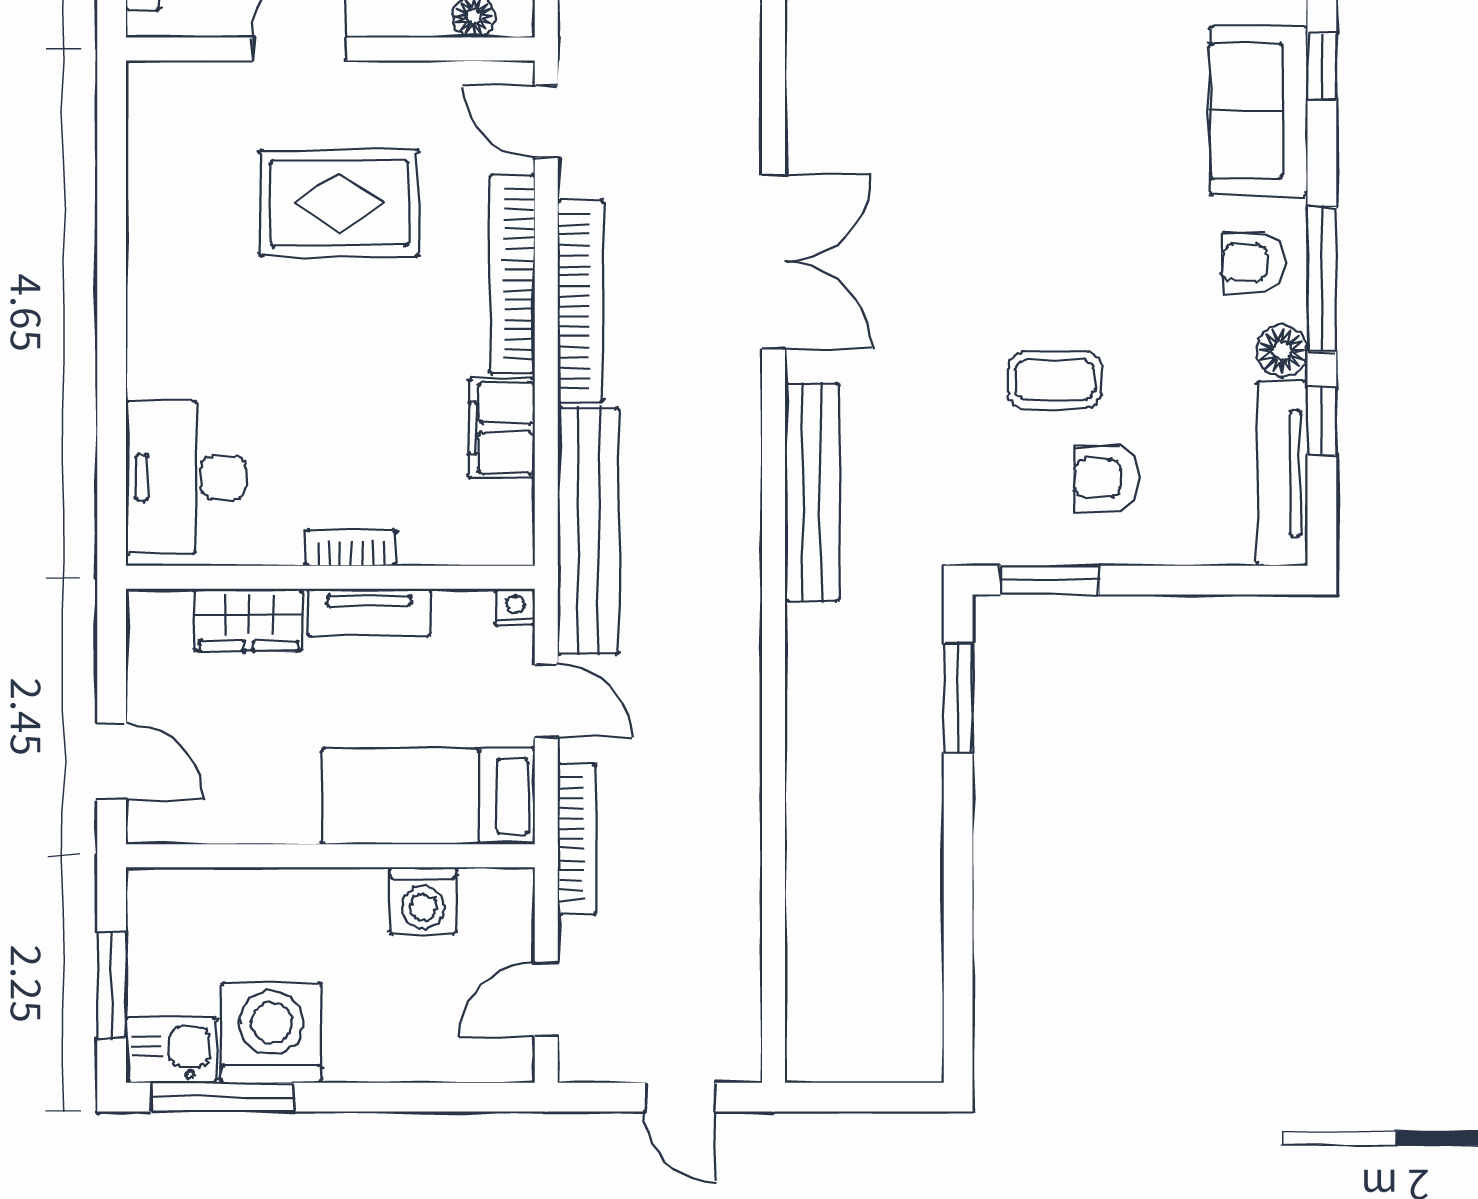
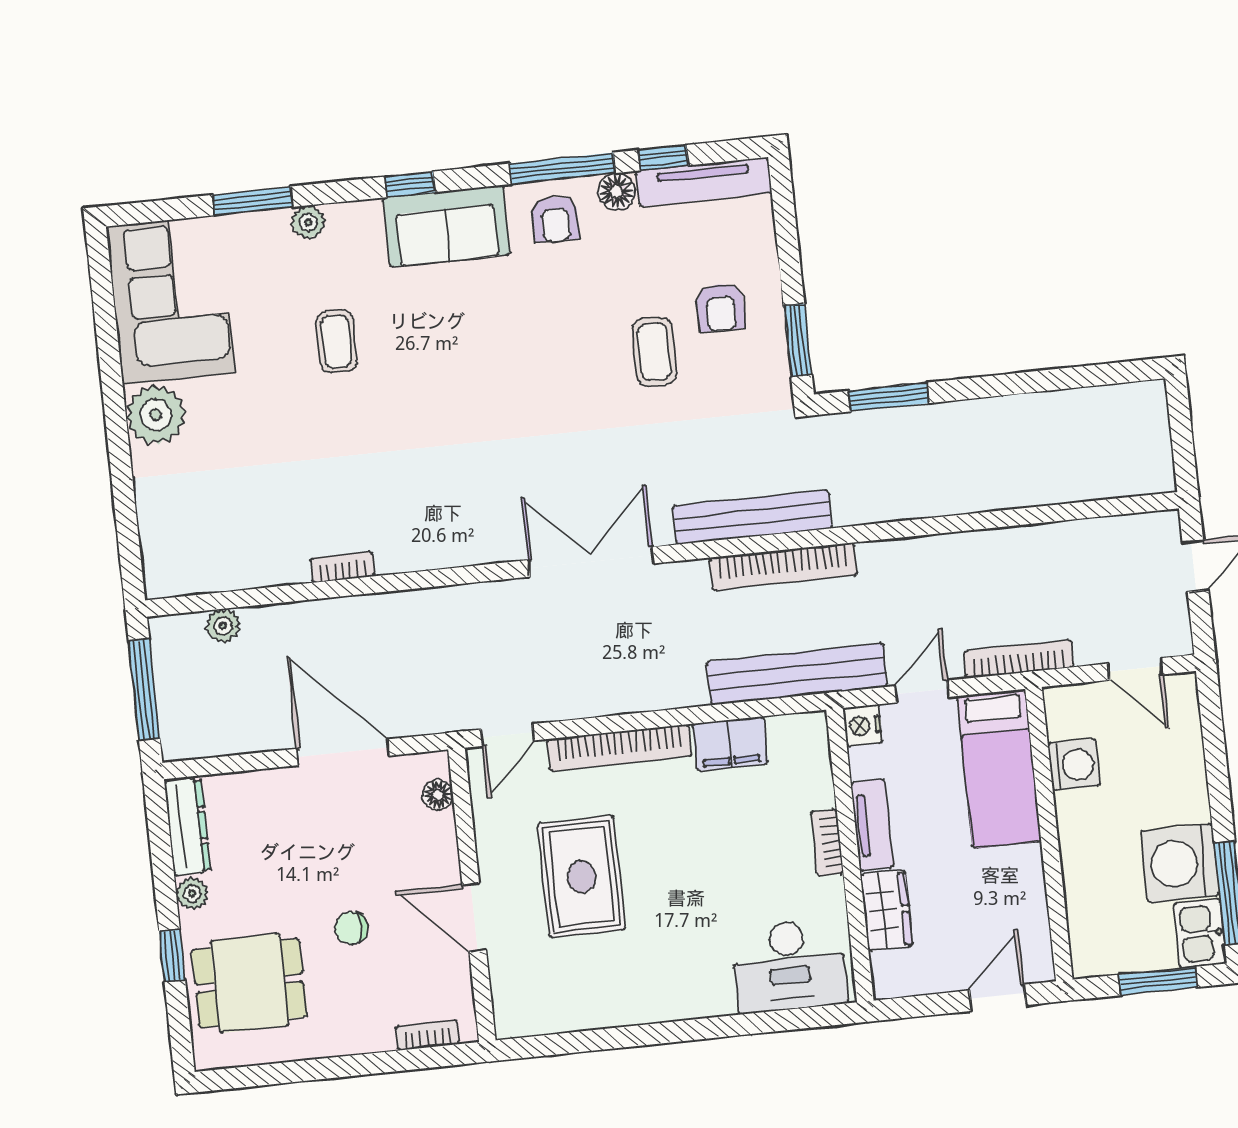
bookcase: (581, 301) -> (783, 566), moved, turned 180
nightstand: (515, 607) -> (863, 726), width x1.39, depth x1.35

